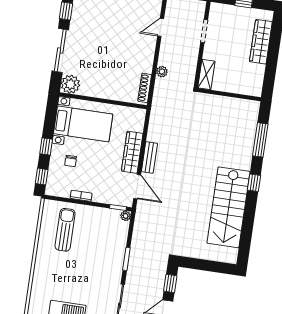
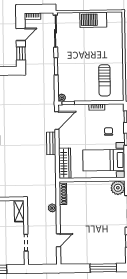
wardrobe: (132, 152) -> (65, 163), moved
door: (137, 187) -> (57, 121), swing flipped

